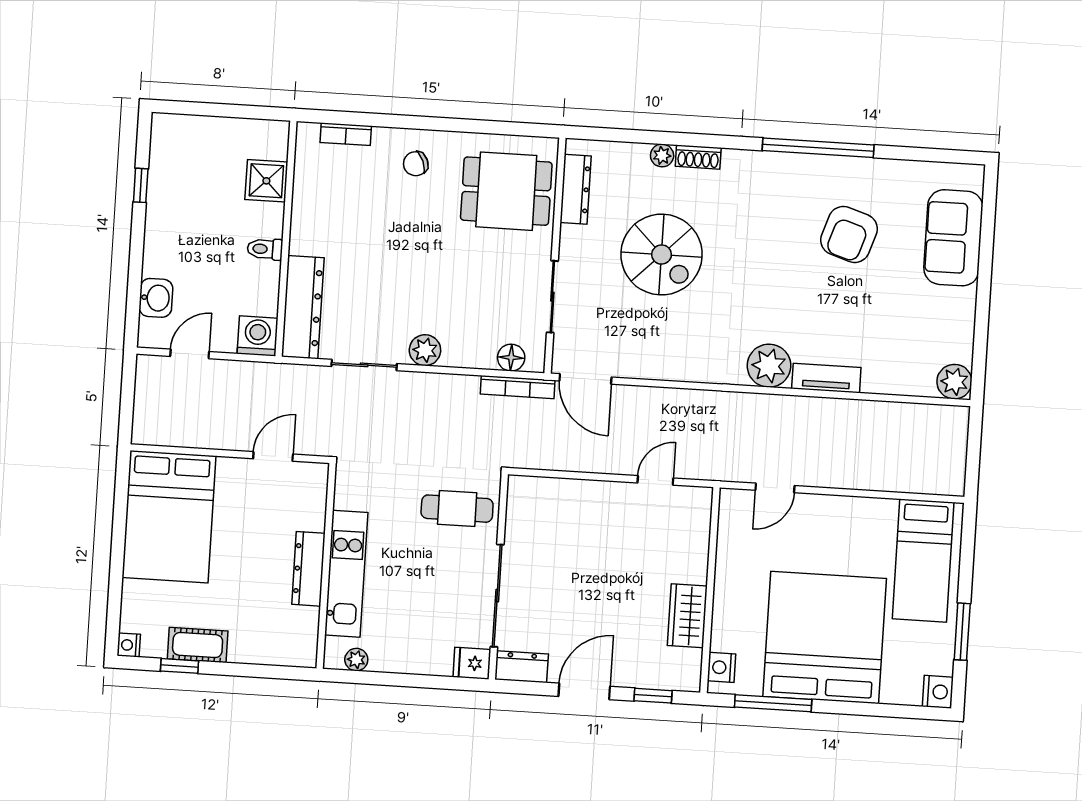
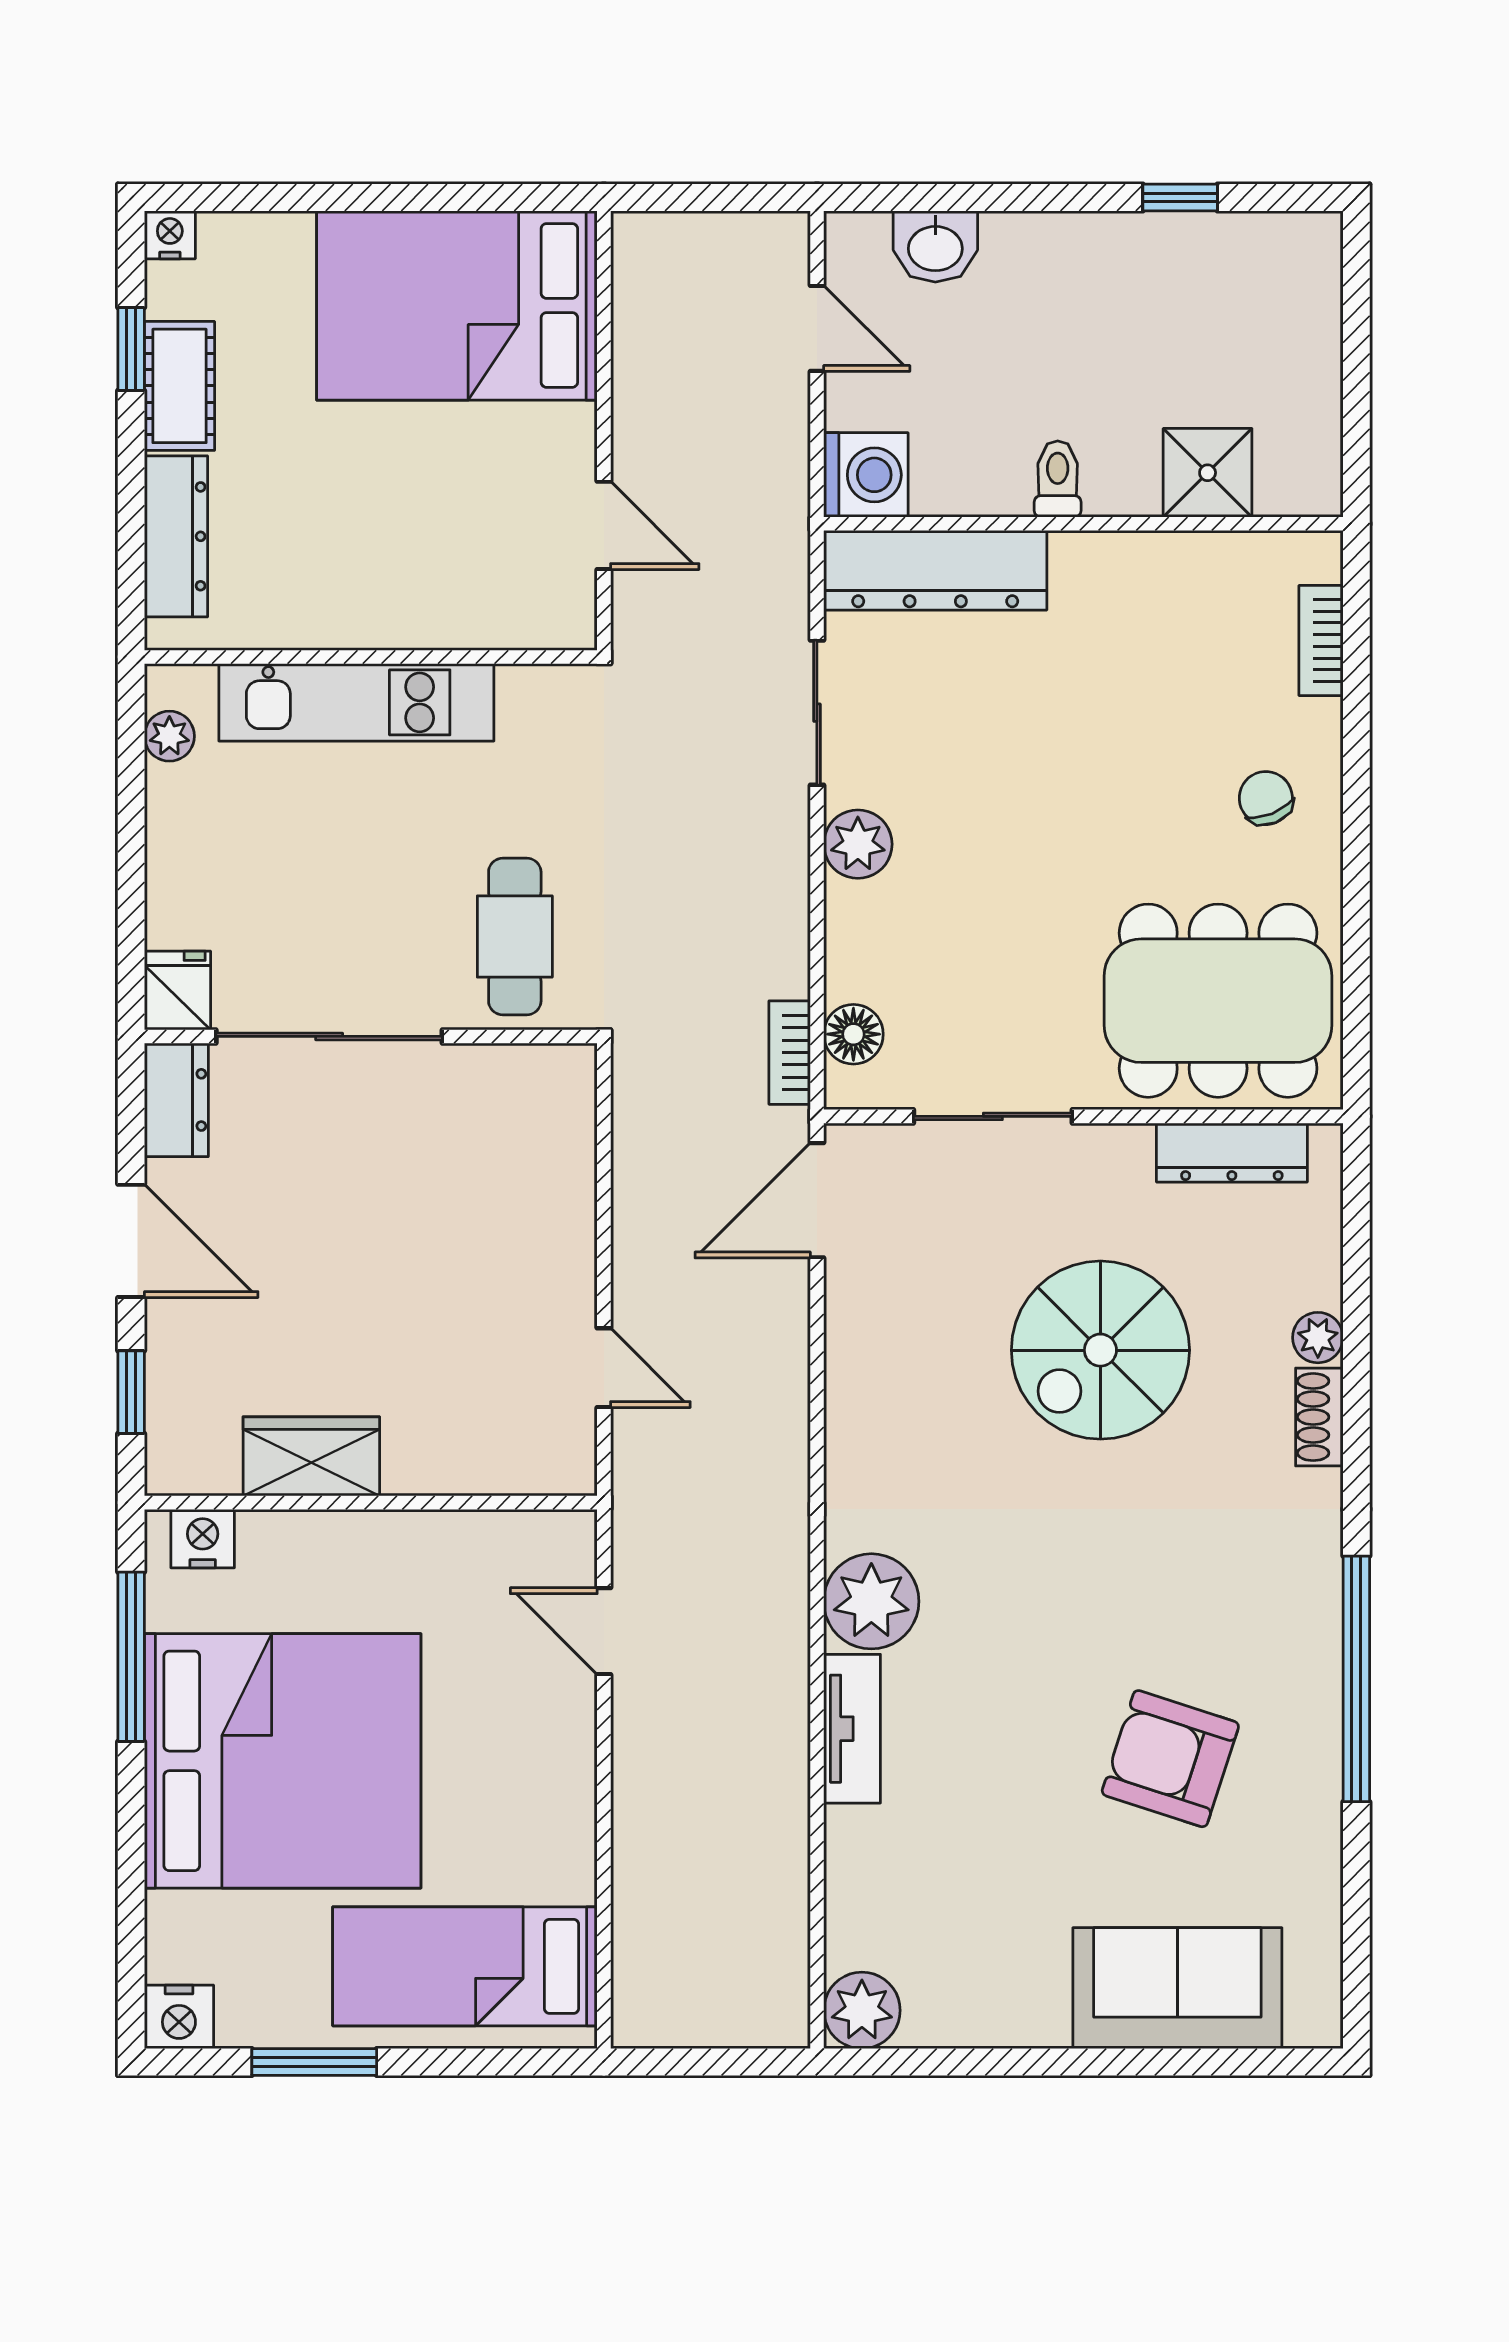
dining table: (506, 191) -> (1218, 1001), width x1.37
bookcase: (518, 387) -> (790, 1053), width x0.64
dresser: (308, 569) -> (176, 536), moved, turned 90

